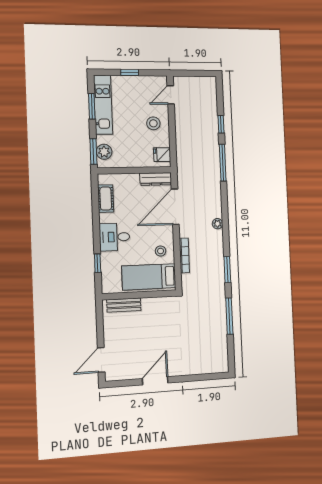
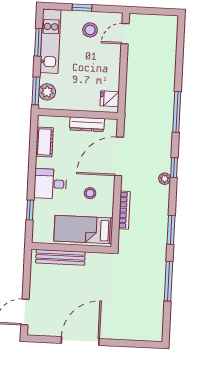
stool: (153, 123) -> (90, 30), moved
window: (221, 124) -> (174, 168), moved
dresser: (156, 179) -> (87, 124), moved
stool: (161, 251) -> (90, 193), moved
bench: (124, 305) -> (60, 257), width x1.36
door: (155, 381) -> (80, 341), width x1.36

